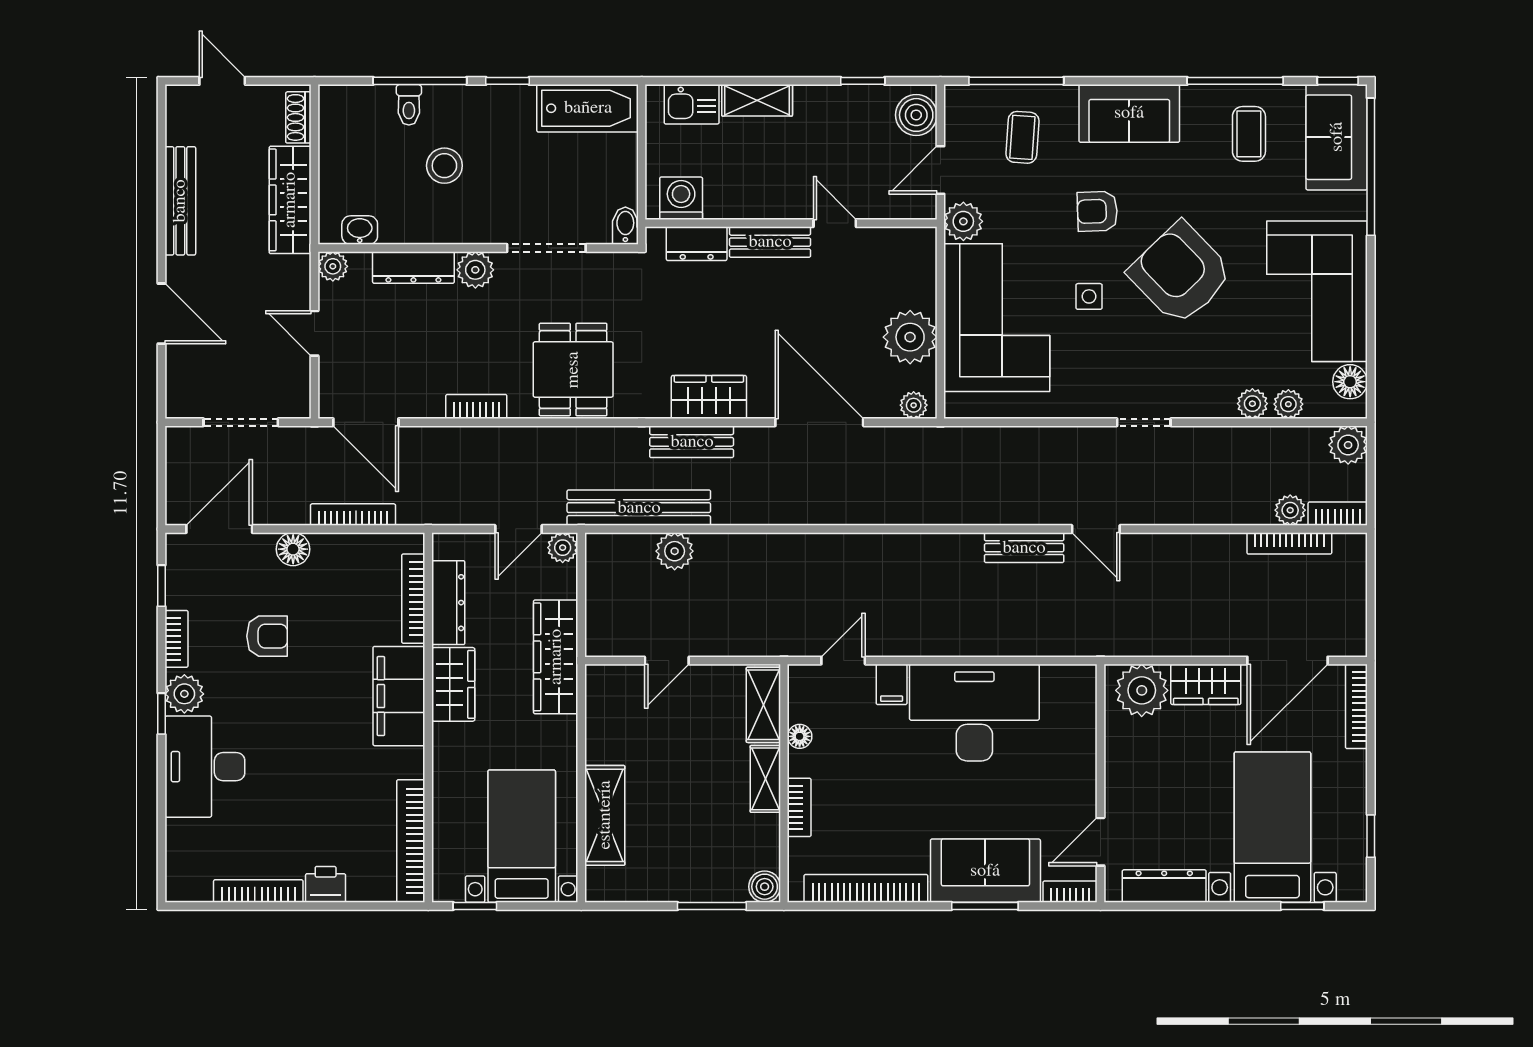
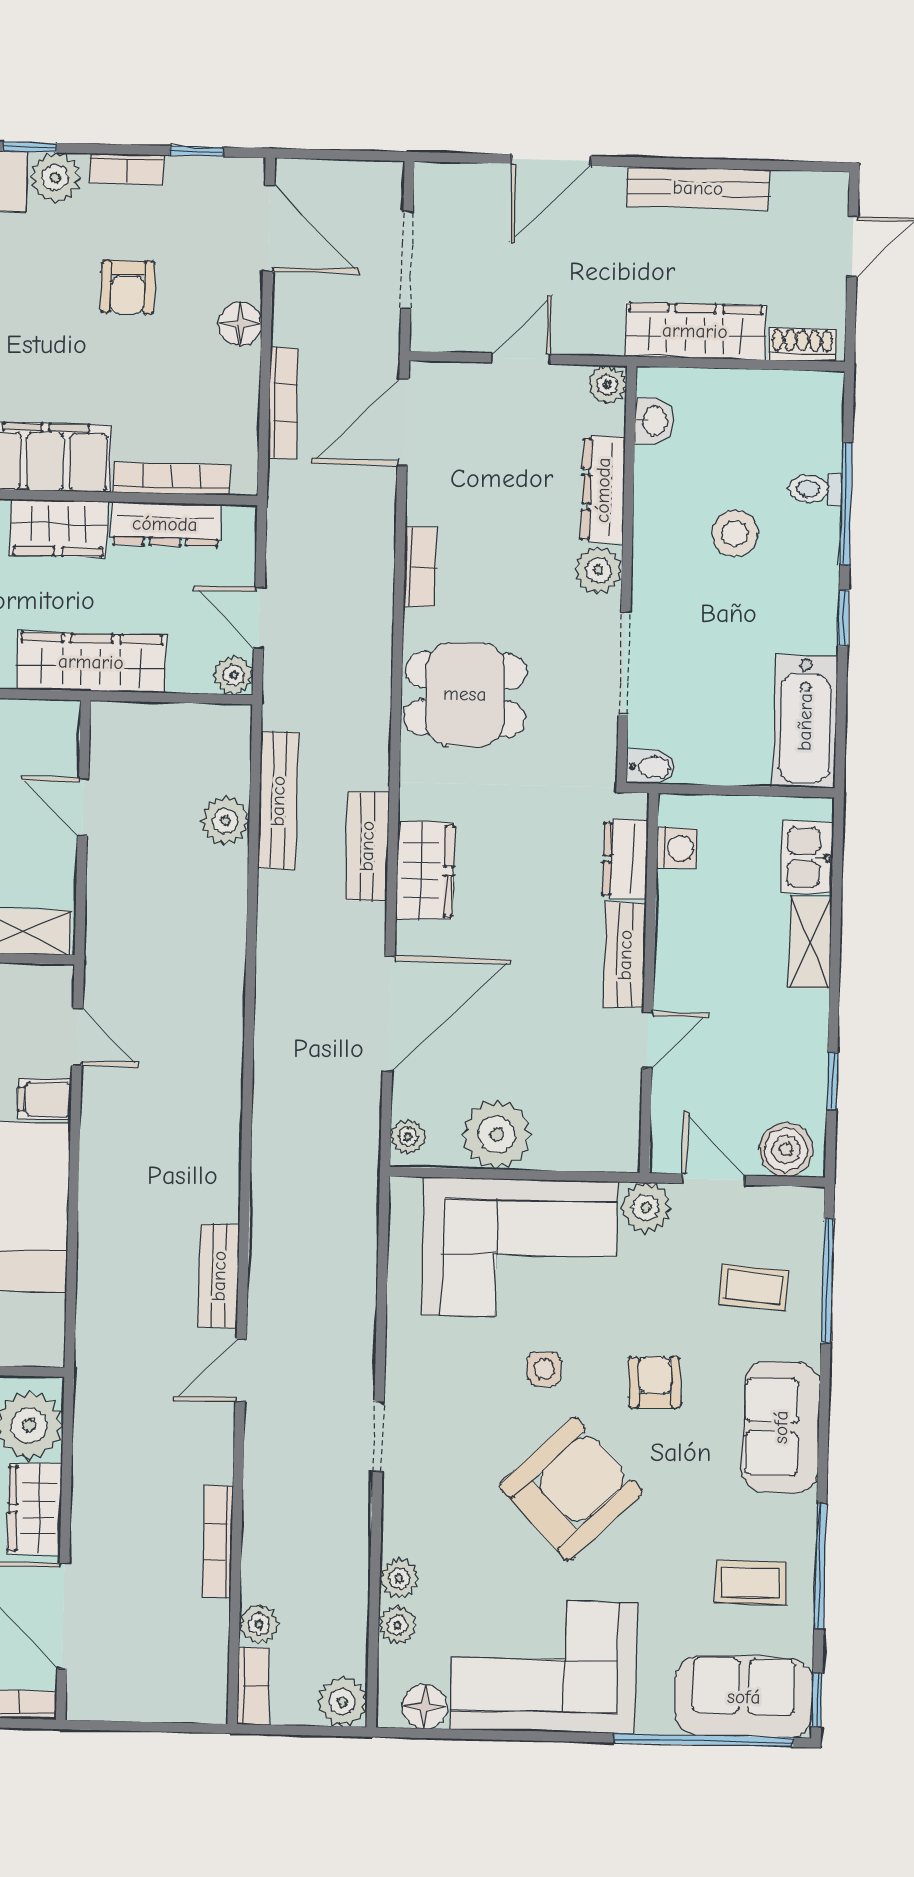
washing machine: (681, 198) -> (677, 848), width x0.73, depth x0.73
bench: (639, 508) -> (278, 801), width x0.73, depth x0.82
bookcase: (1289, 543) -> (218, 1542), moved

